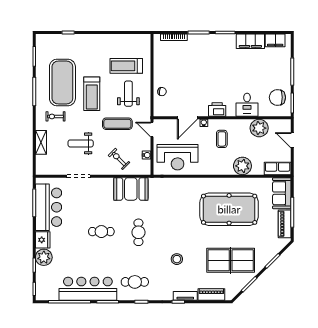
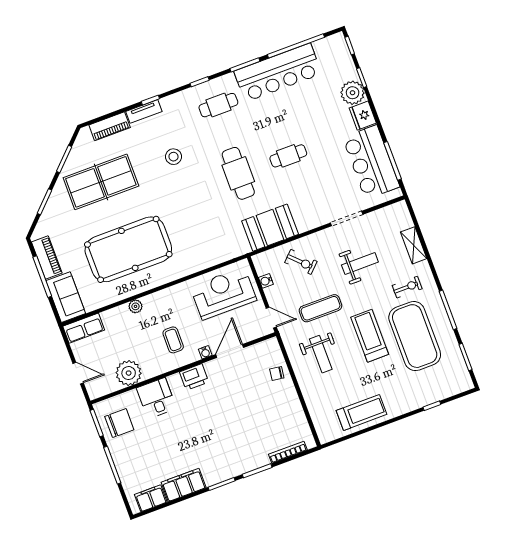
treadmill: (126, 66) -> (362, 412), moved
plant: (242, 166) -> (135, 306), width x0.53, depth x0.53
cafe table: (138, 232) -> (238, 173), width x1.37, depth x1.35

